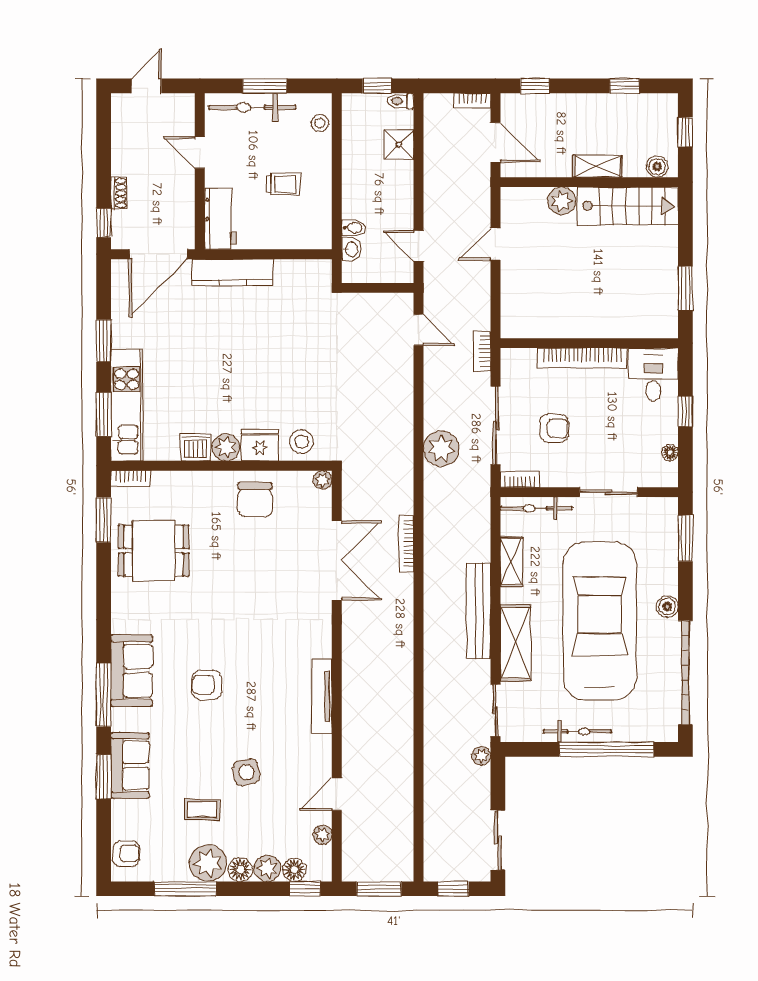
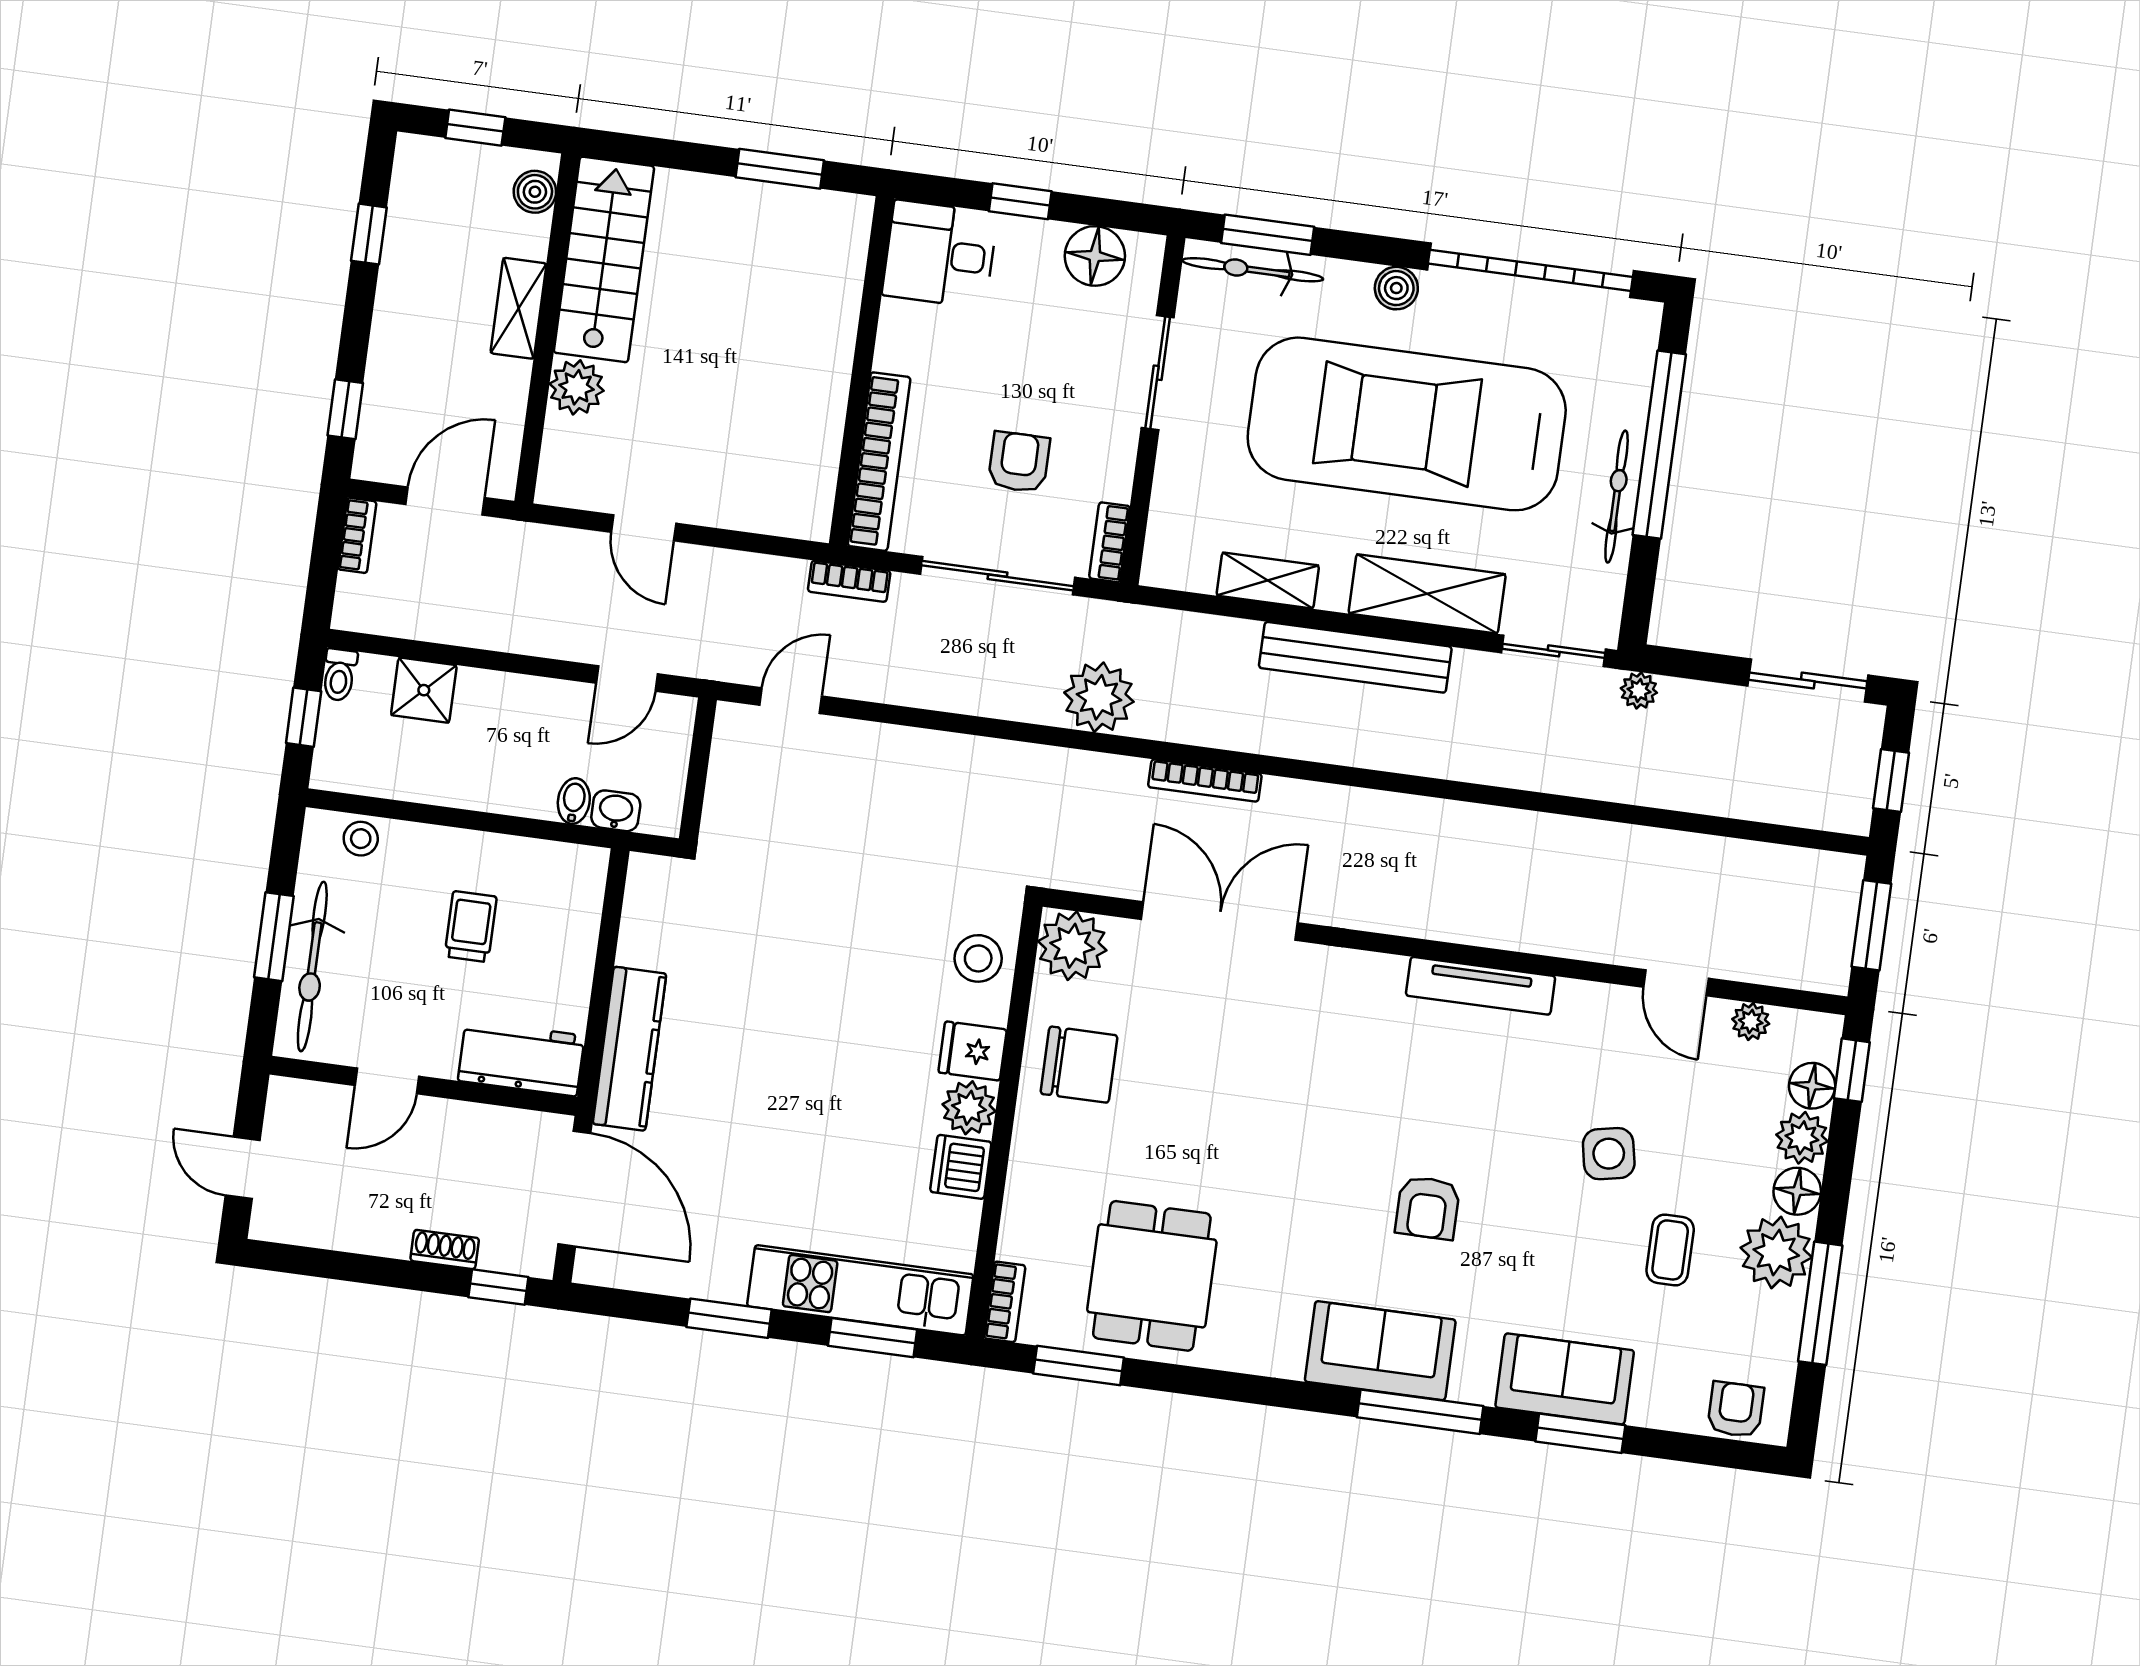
bookcase: (582, 358) -> (879, 462), moved
fridge: (260, 445) -> (973, 1051), width x0.72
plant: (441, 449) -> (1099, 697), moved
floor lamp: (670, 453) -> (1095, 256), width x1.89, depth x1.89
plant: (323, 480) -> (1072, 946), width x1.88, depth x1.88
bicycle: (536, 508) -> (1253, 270), moved, turned 90

